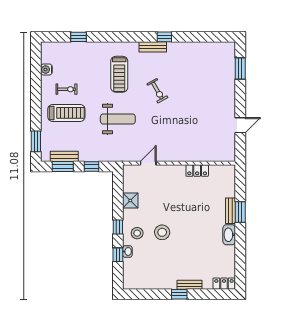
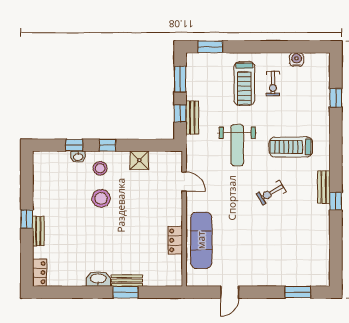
door: (240, 125) -> (230, 292), hinge flipped
exercise mat: (197, 149) -> (201, 240), added
bench: (64, 156) -> (192, 118), moved

